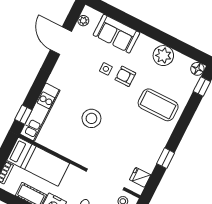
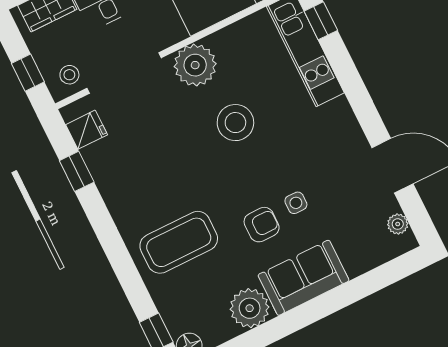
sofa: (116, 34) -> (303, 278), moved
plant: (80, 153) -> (195, 65), added
window: (166, 158) -> (77, 171), moved

